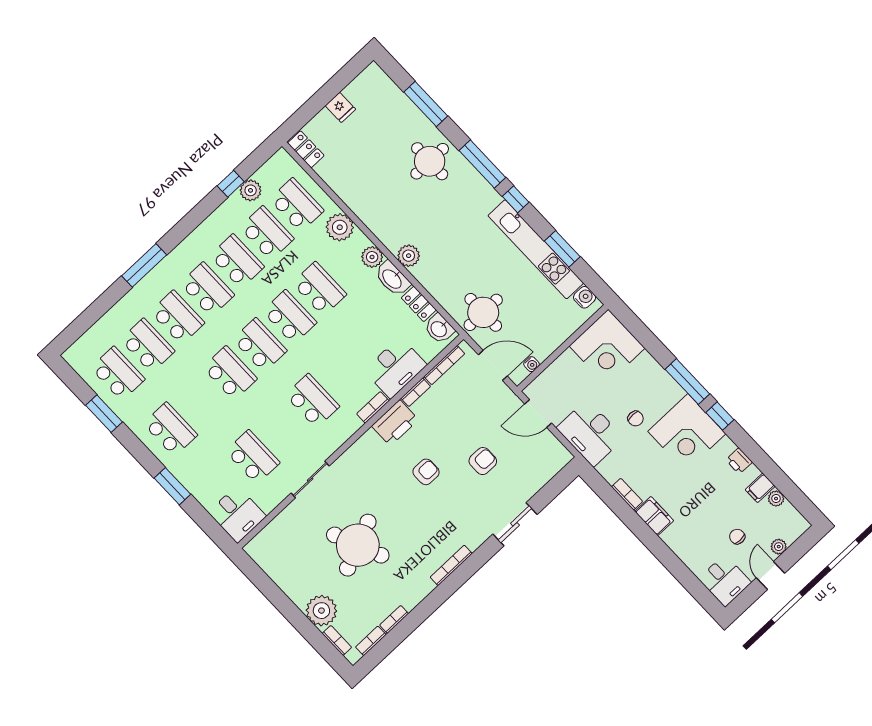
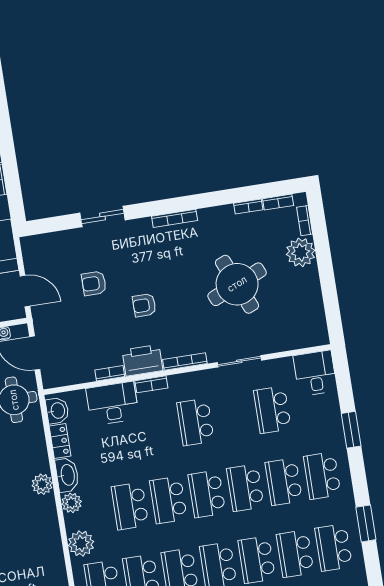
bookcase: (444, 365) -> (185, 362), moved
school desk: (200, 401) -> (284, 482), added

